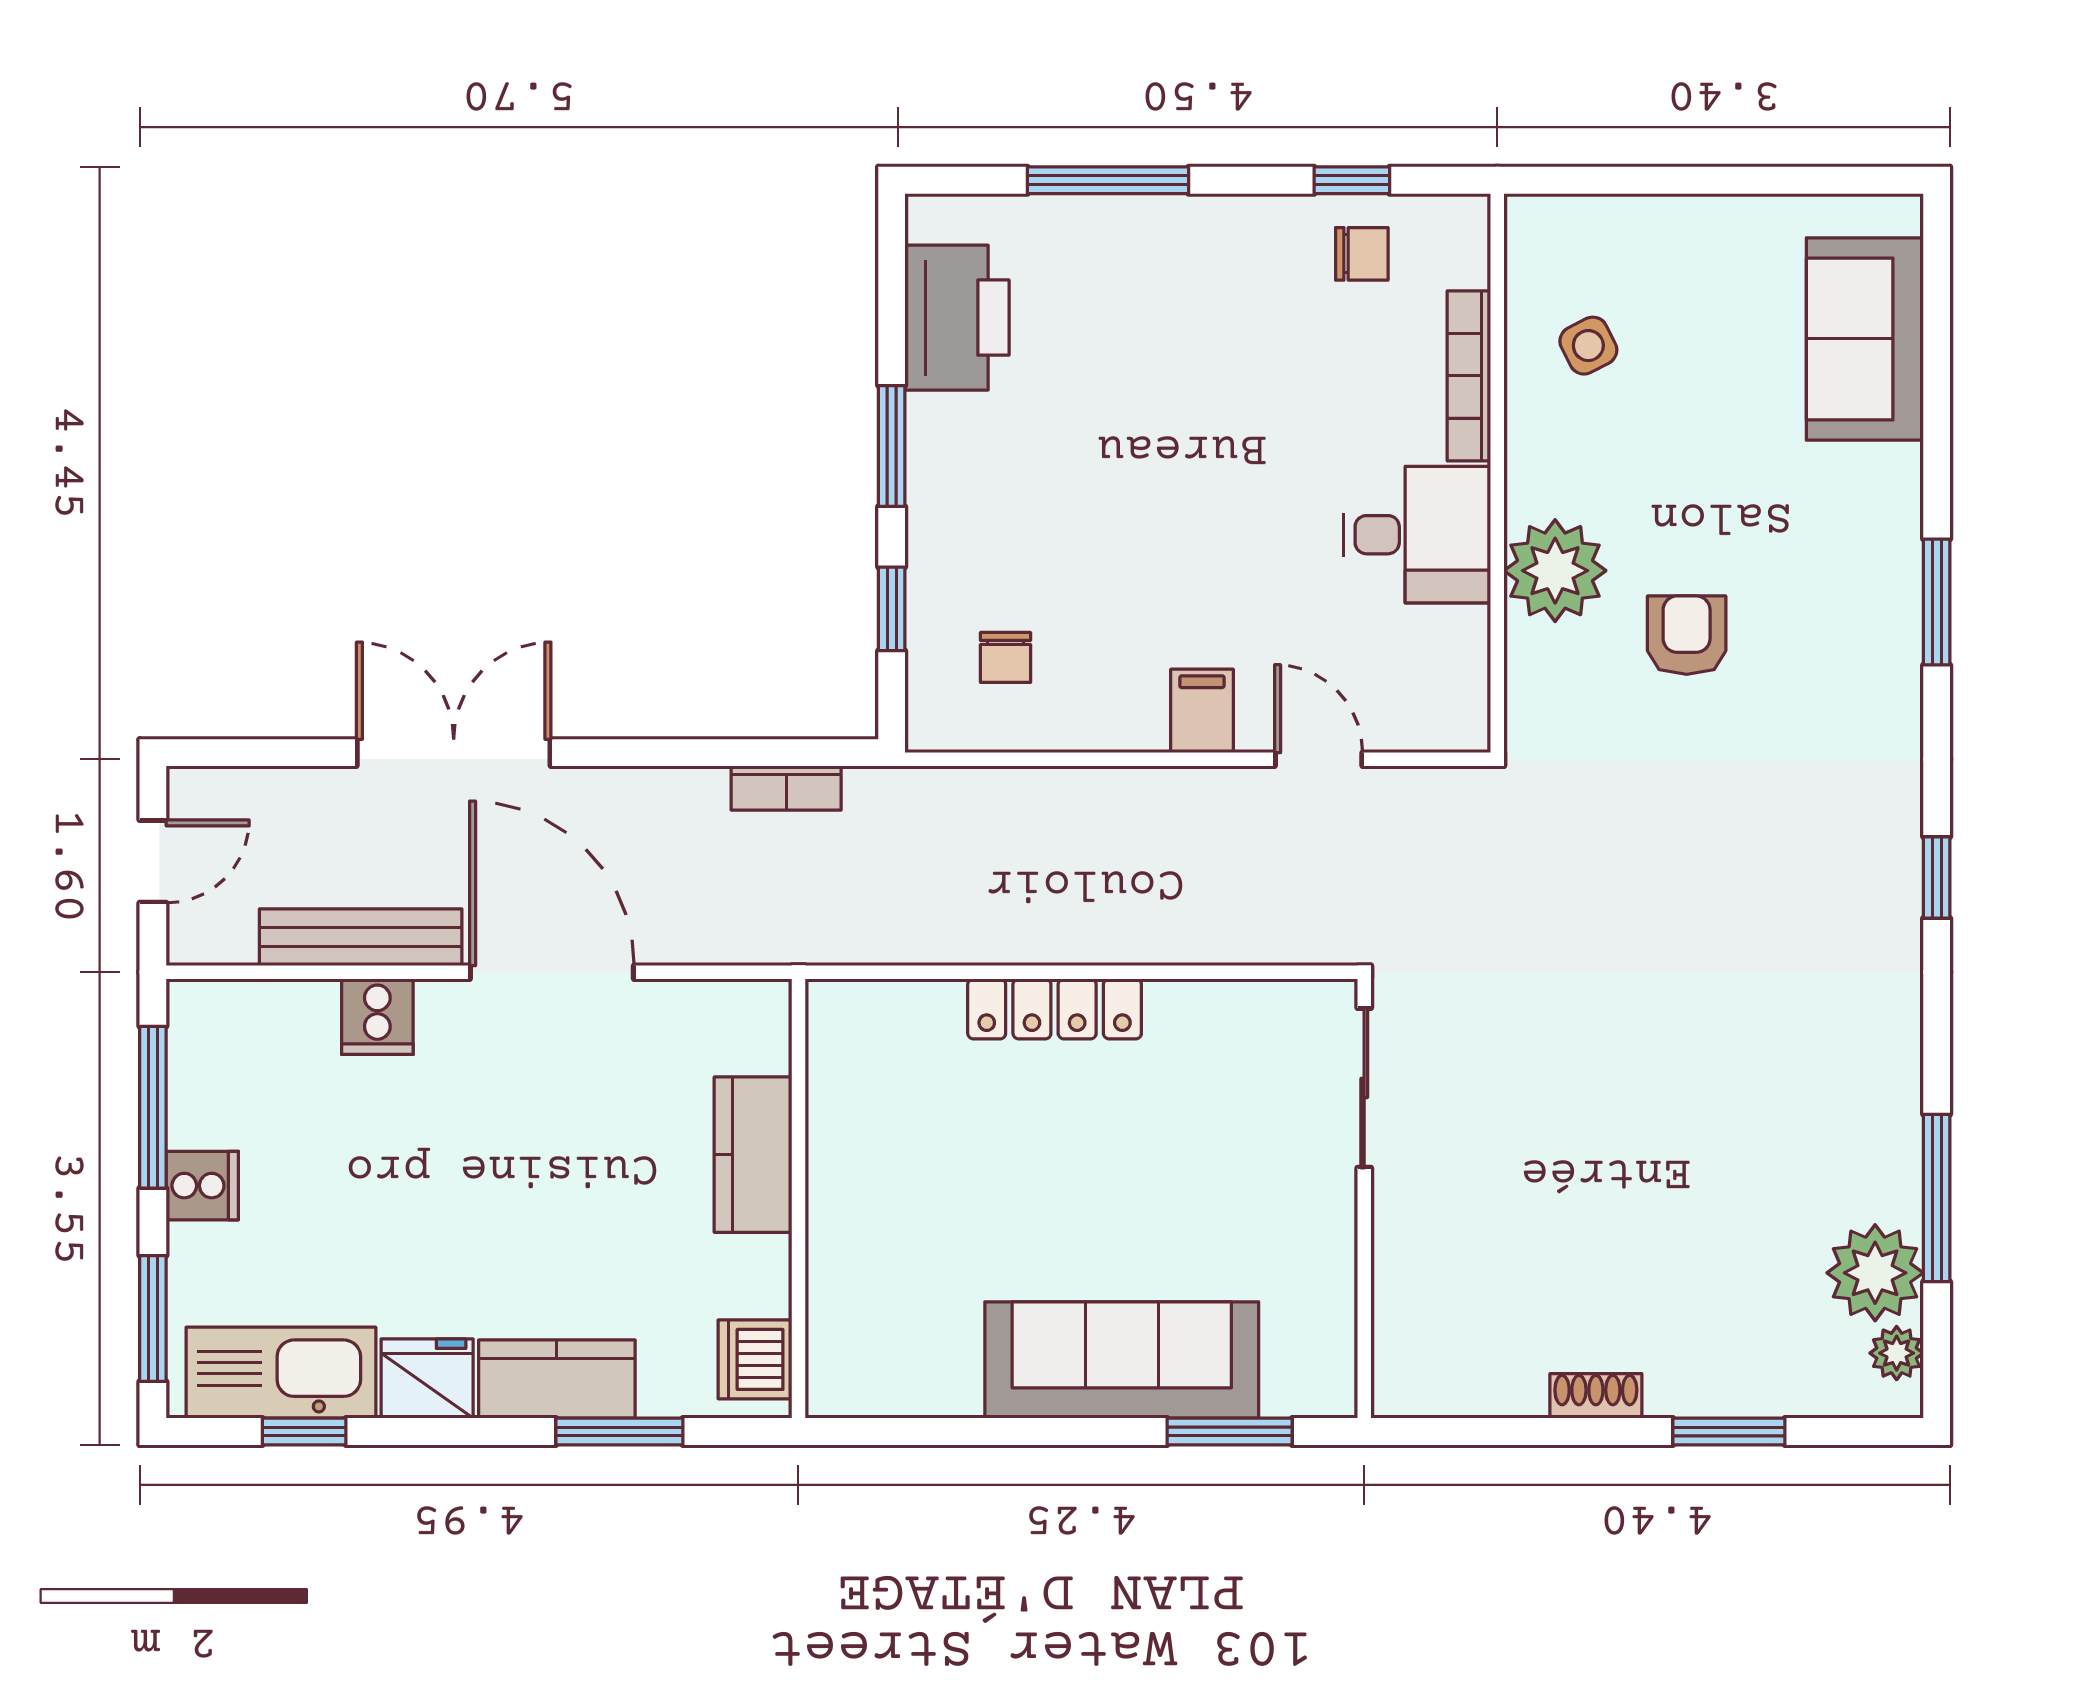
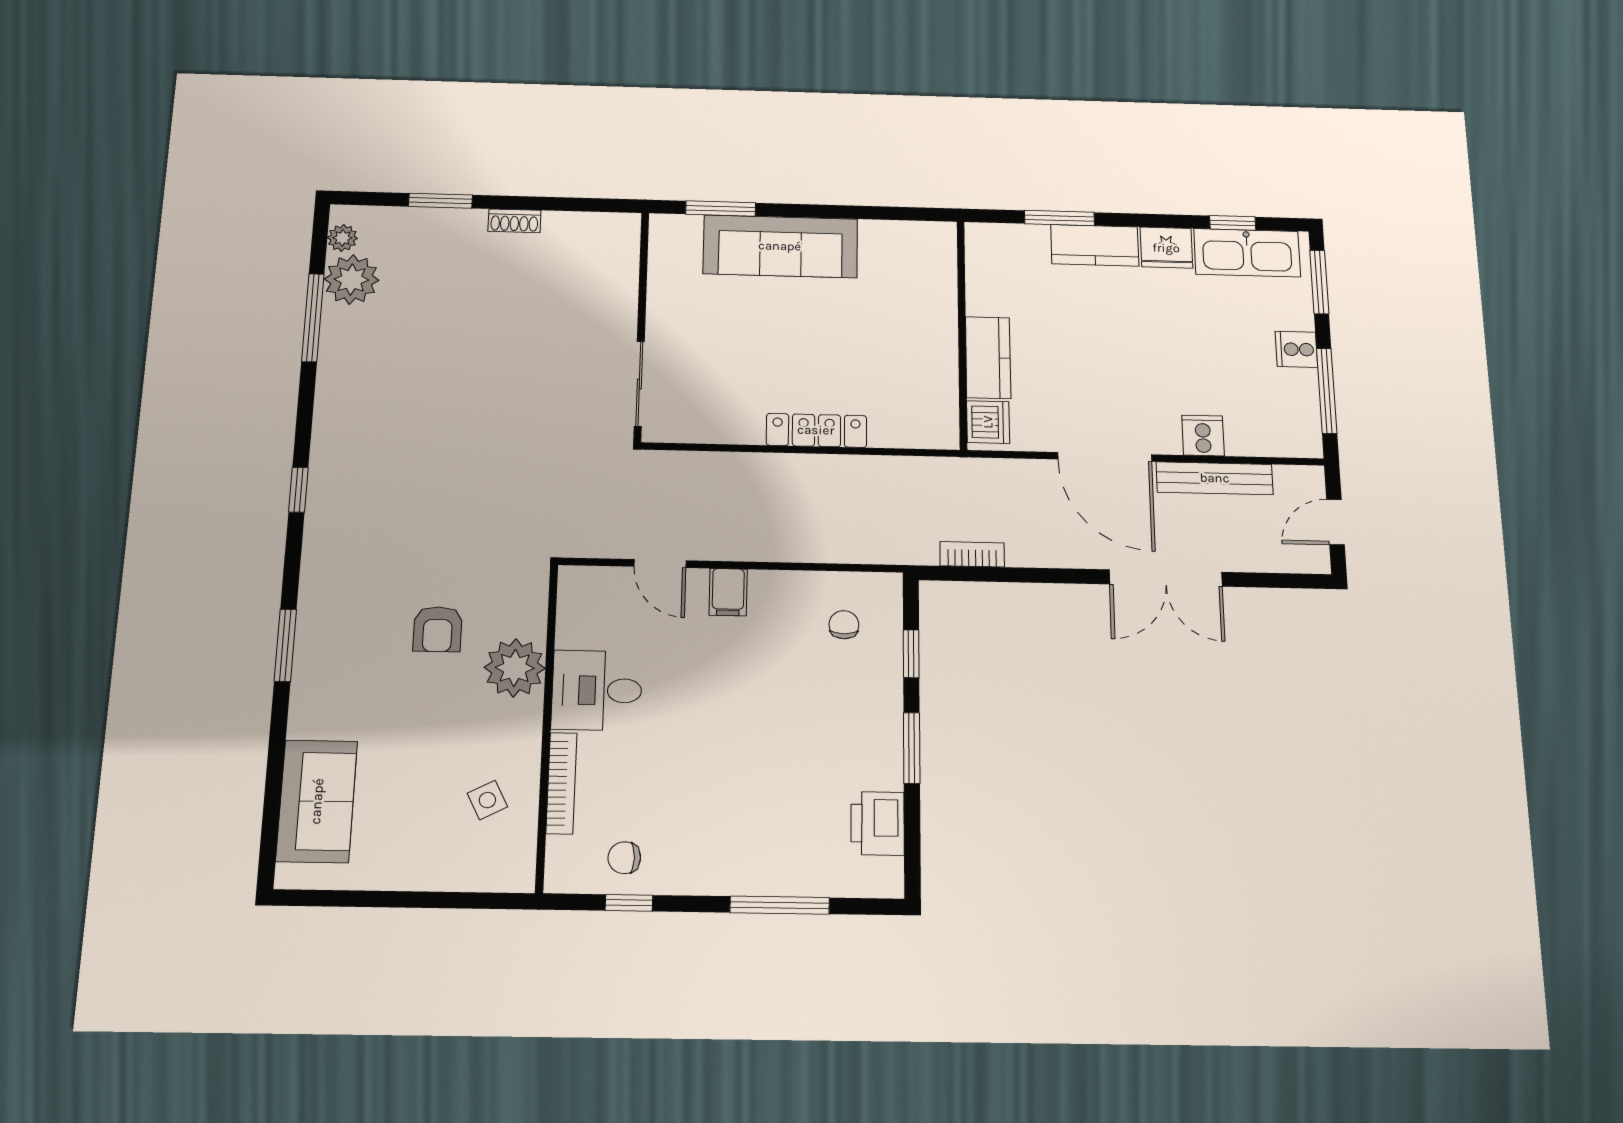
printer: (957, 318) -> (878, 823), width x0.73, depth x0.84
dishwasher: (755, 1359) -> (988, 422), moved

